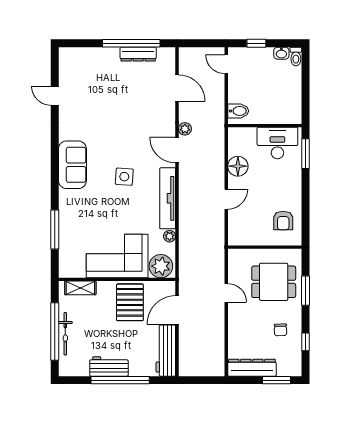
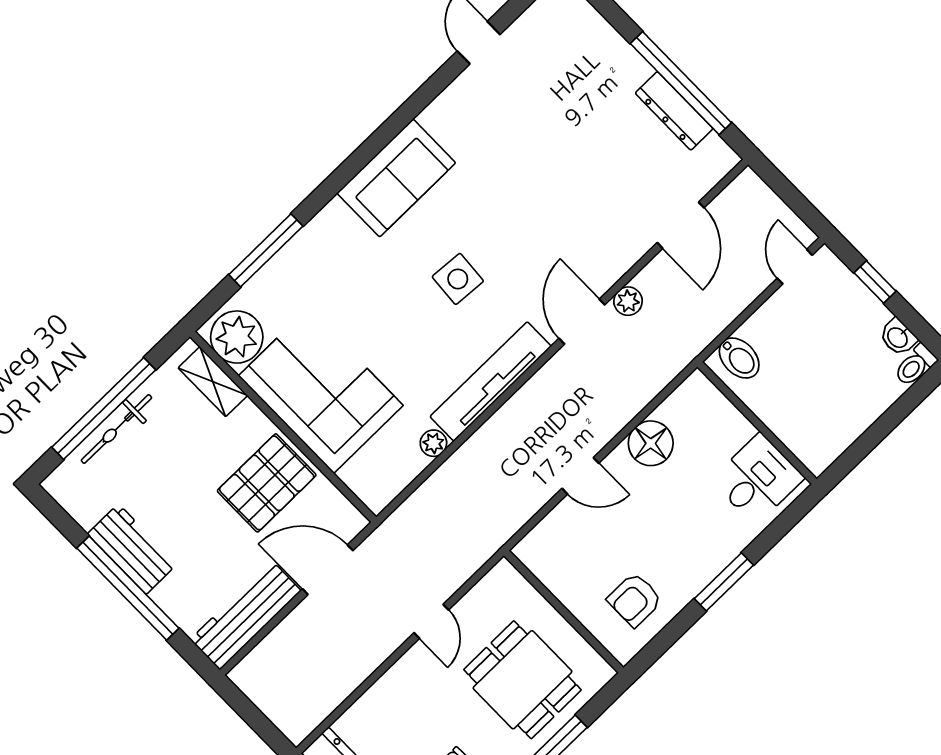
desk: (277, 143) -> (758, 479), width x0.73
window: (305, 154) -> (724, 582), moved
plant: (161, 266) -> (237, 337), moved

